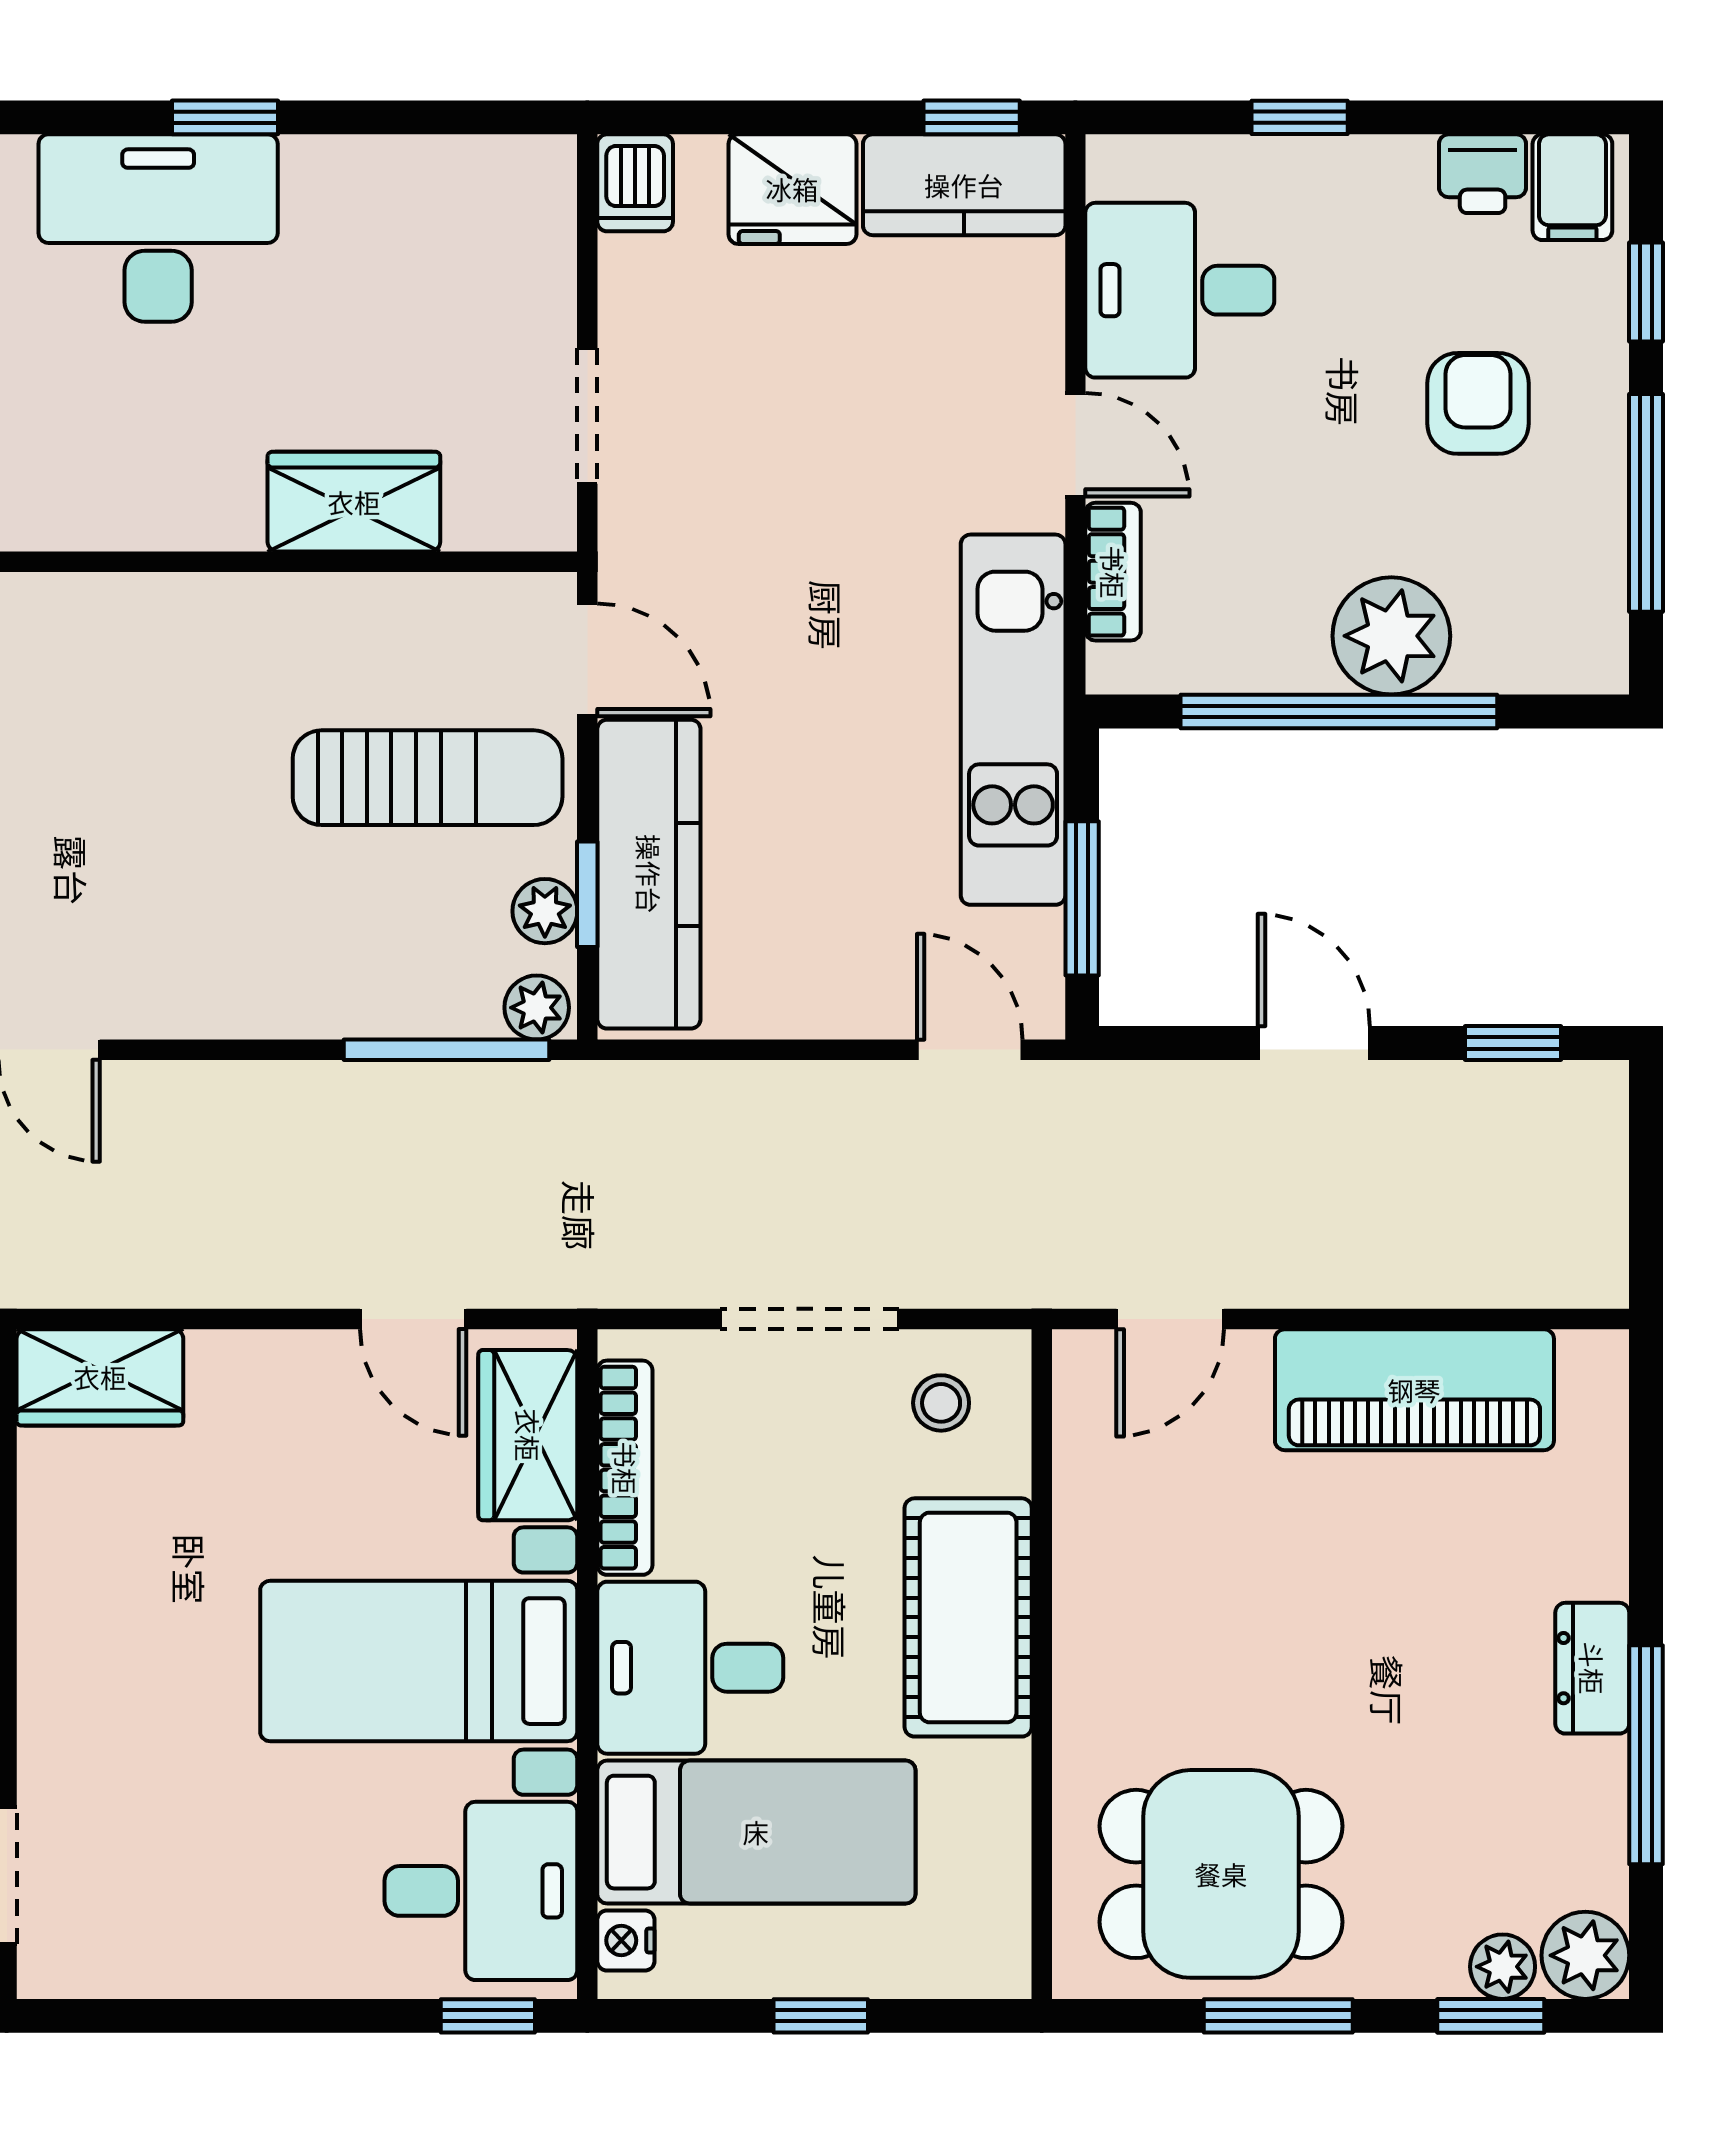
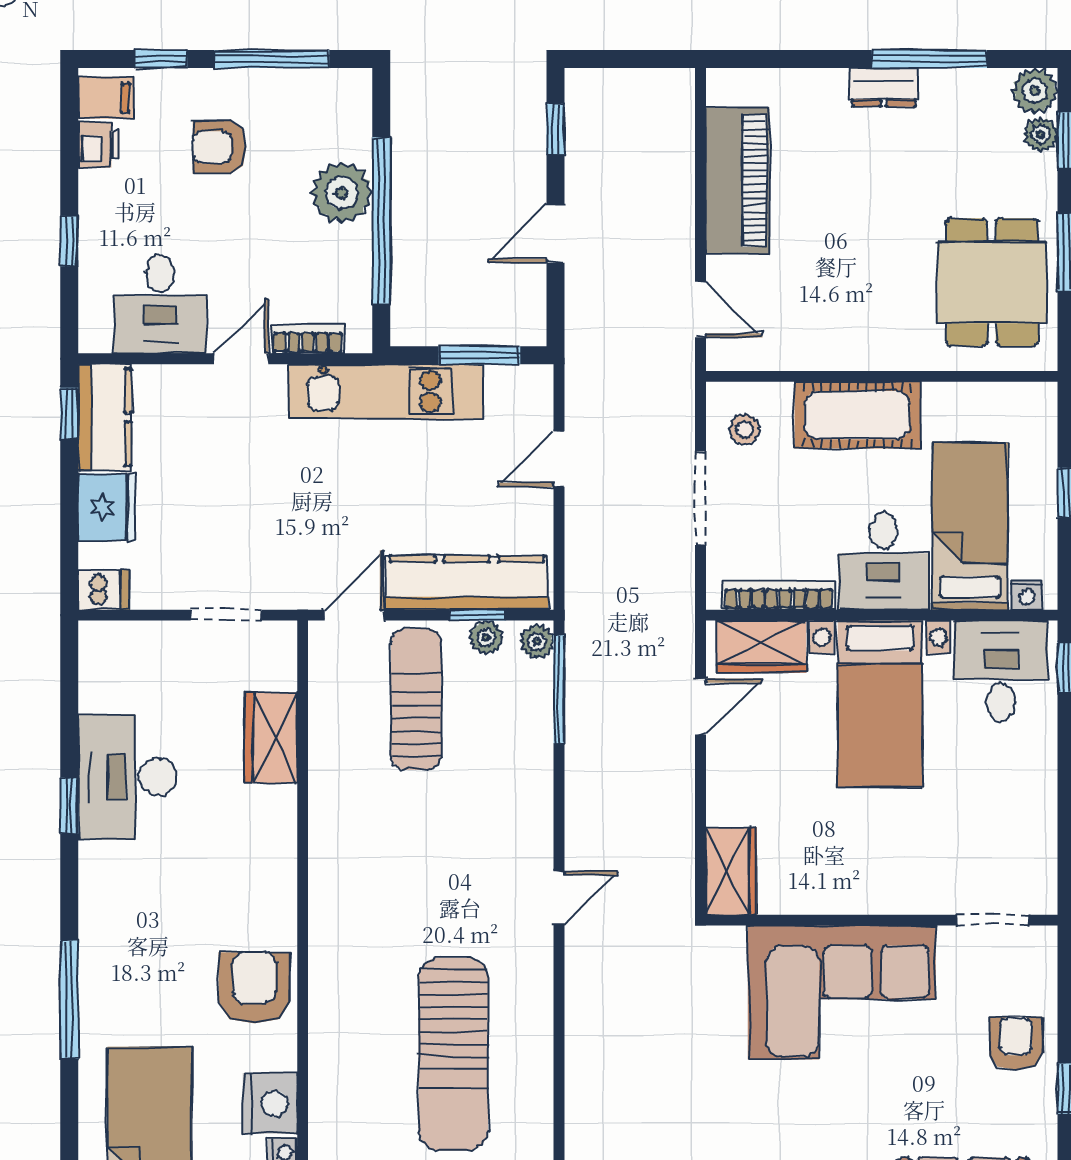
desk: (158, 228) -> (127, 777), moved
door: (970, 1050) -> (559, 459), moved

